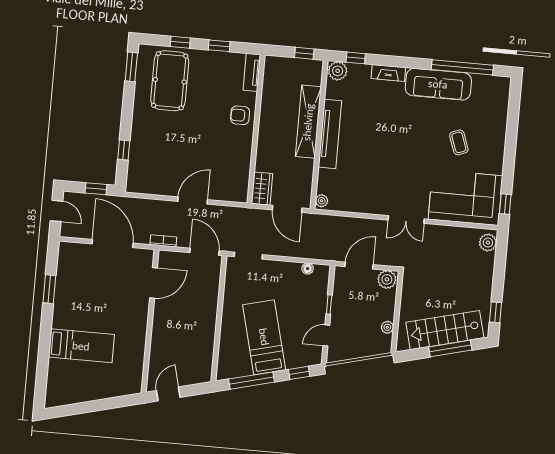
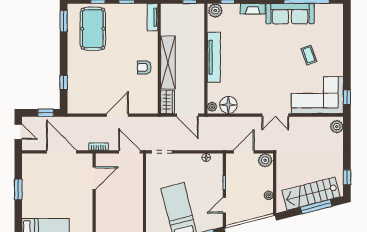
armchair: (240, 115) -> (144, 67), moved
shelving: (308, 122) -> (168, 62), moved
floor lamp: (344, 200) -> (228, 105), added

